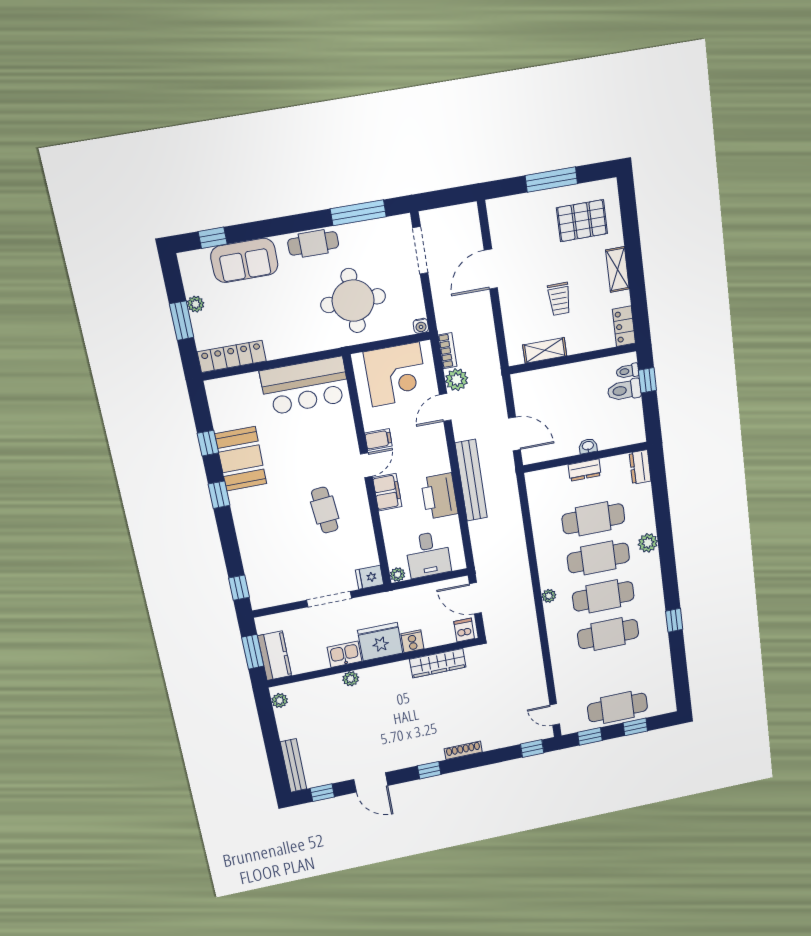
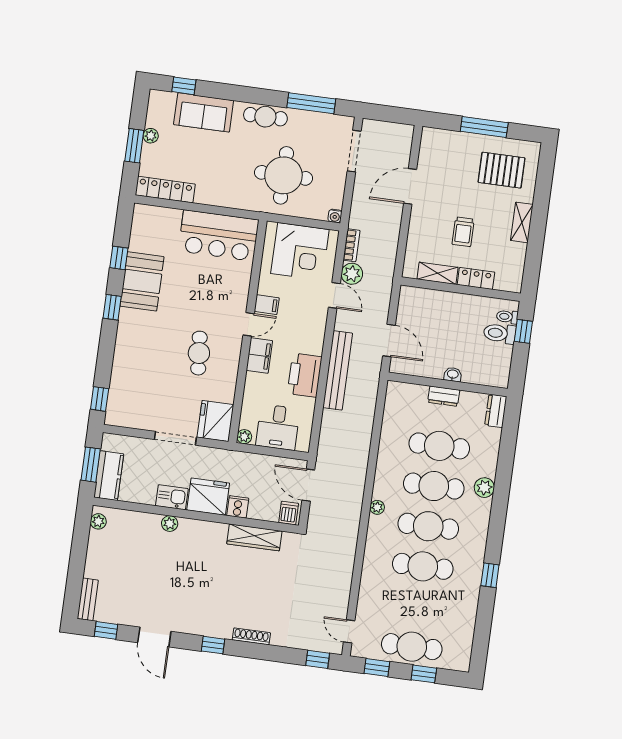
locker: (624, 326) -> (476, 278), moved, turned 90
door: (445, 407) -> (334, 295), swing flipped
fridge: (369, 577) -> (215, 421), width x1.88, depth x1.34
bench: (293, 765) -> (88, 599), width x0.73

